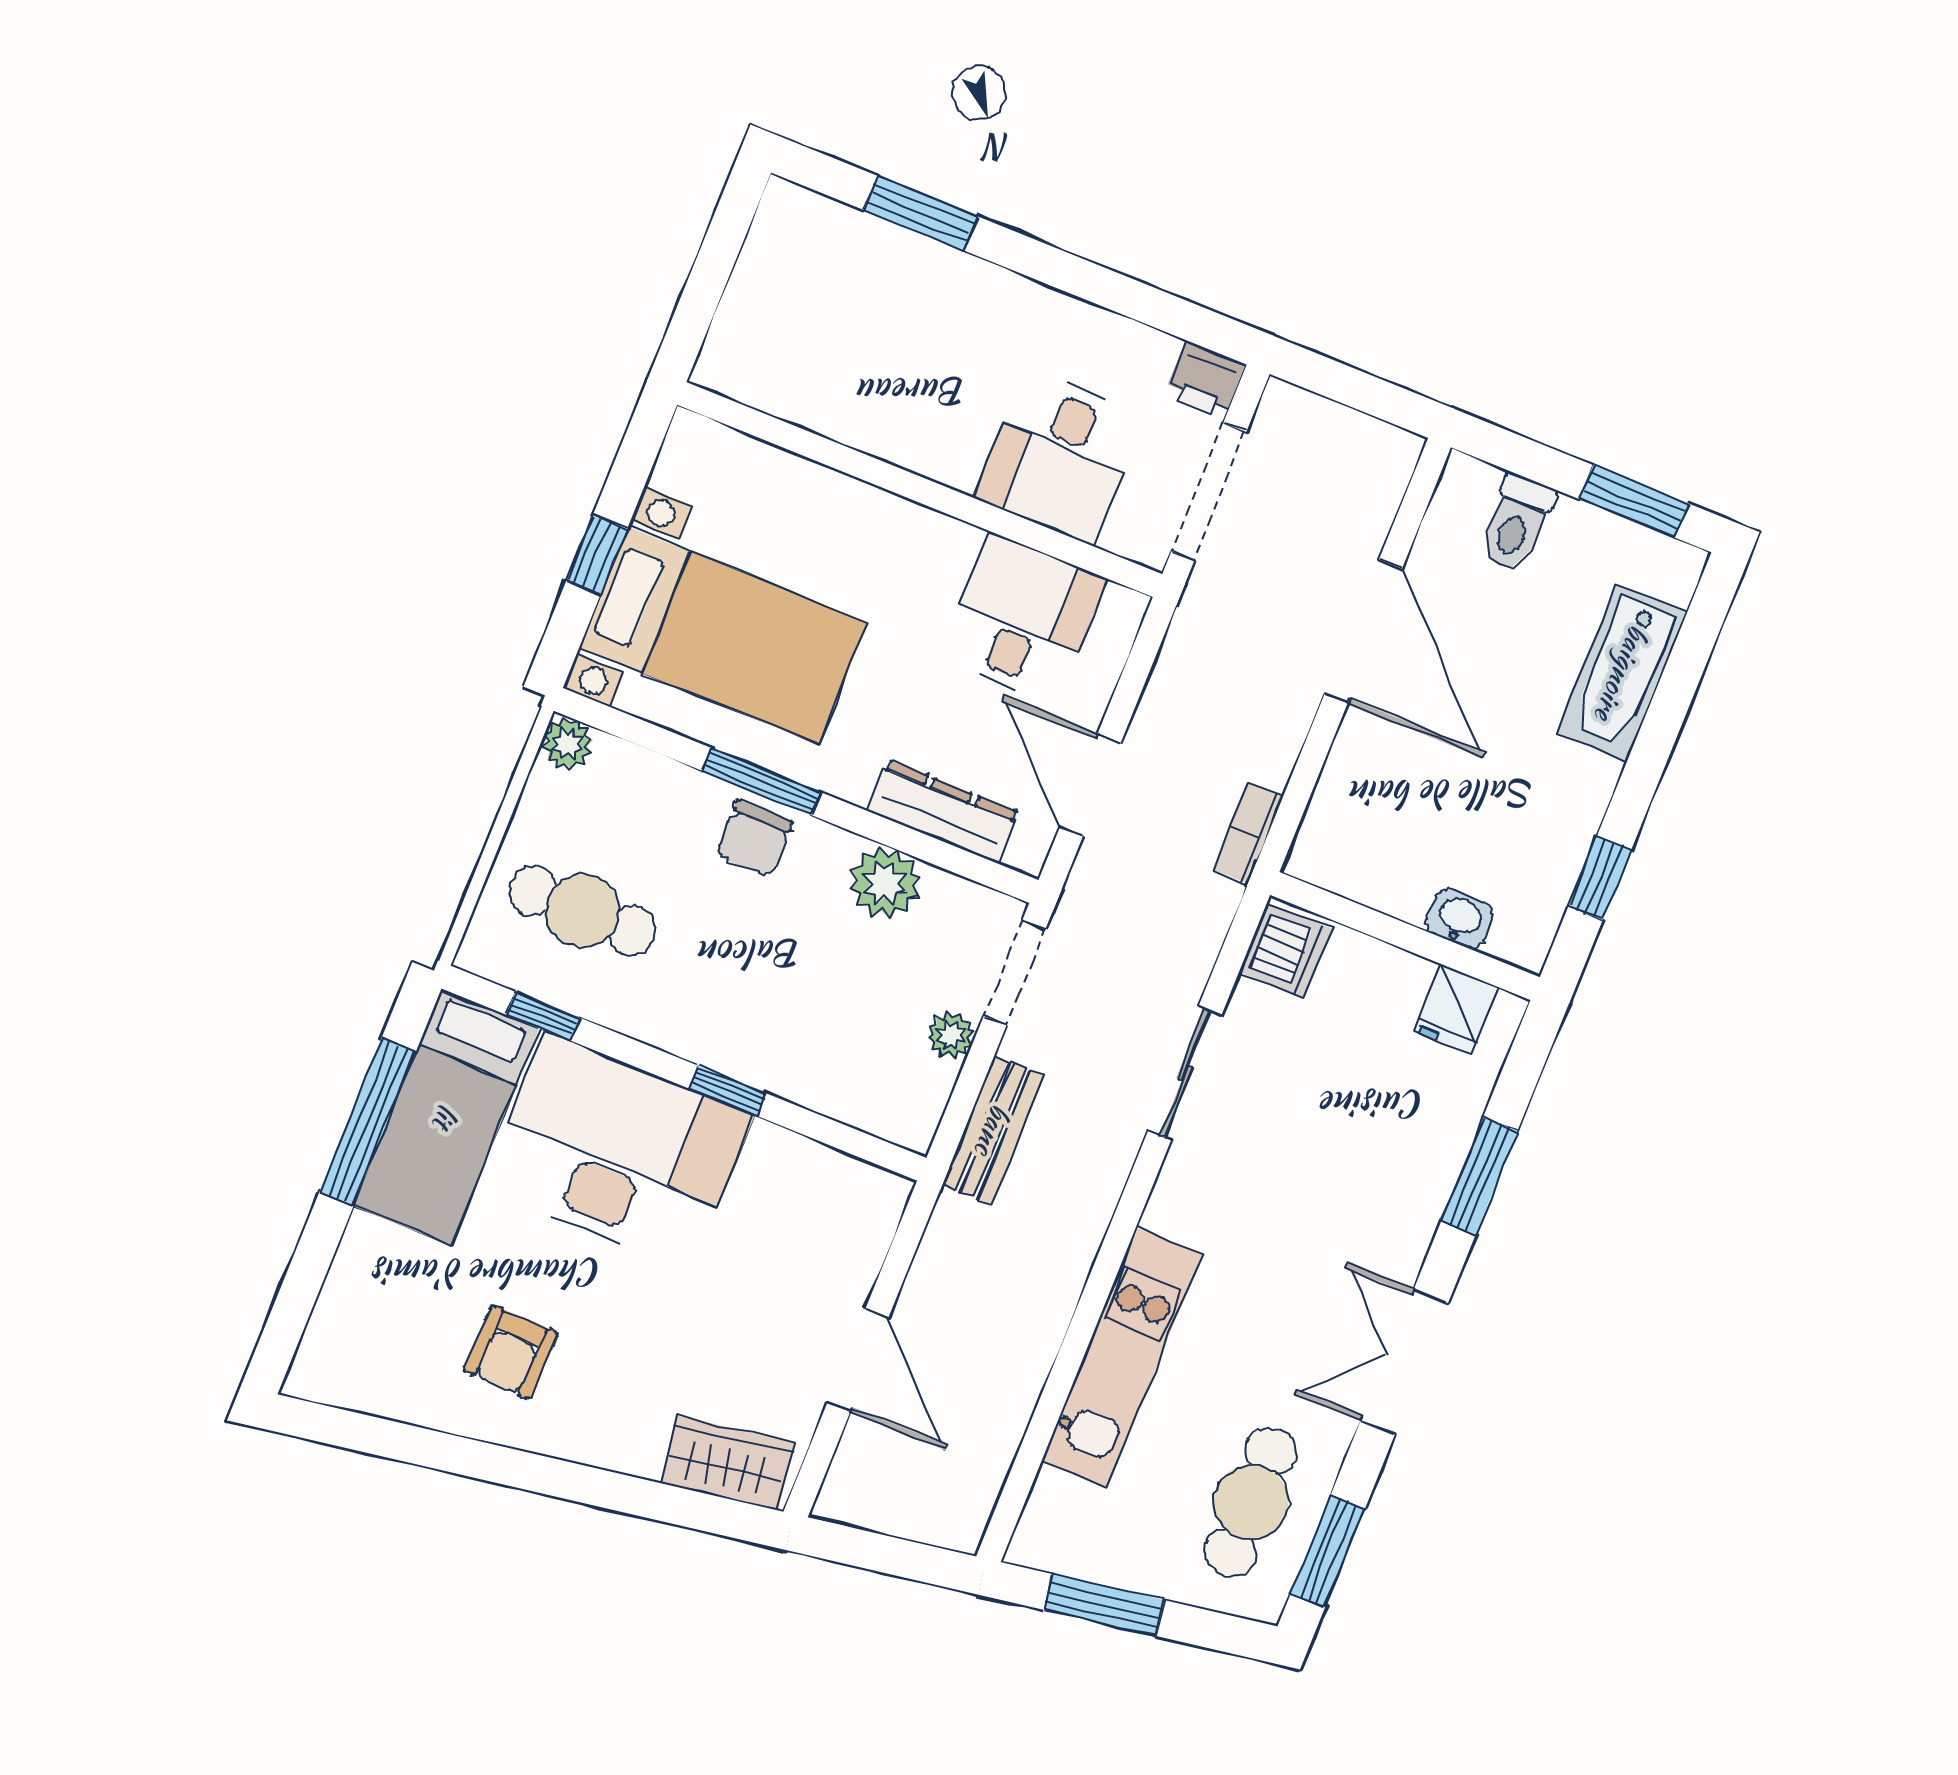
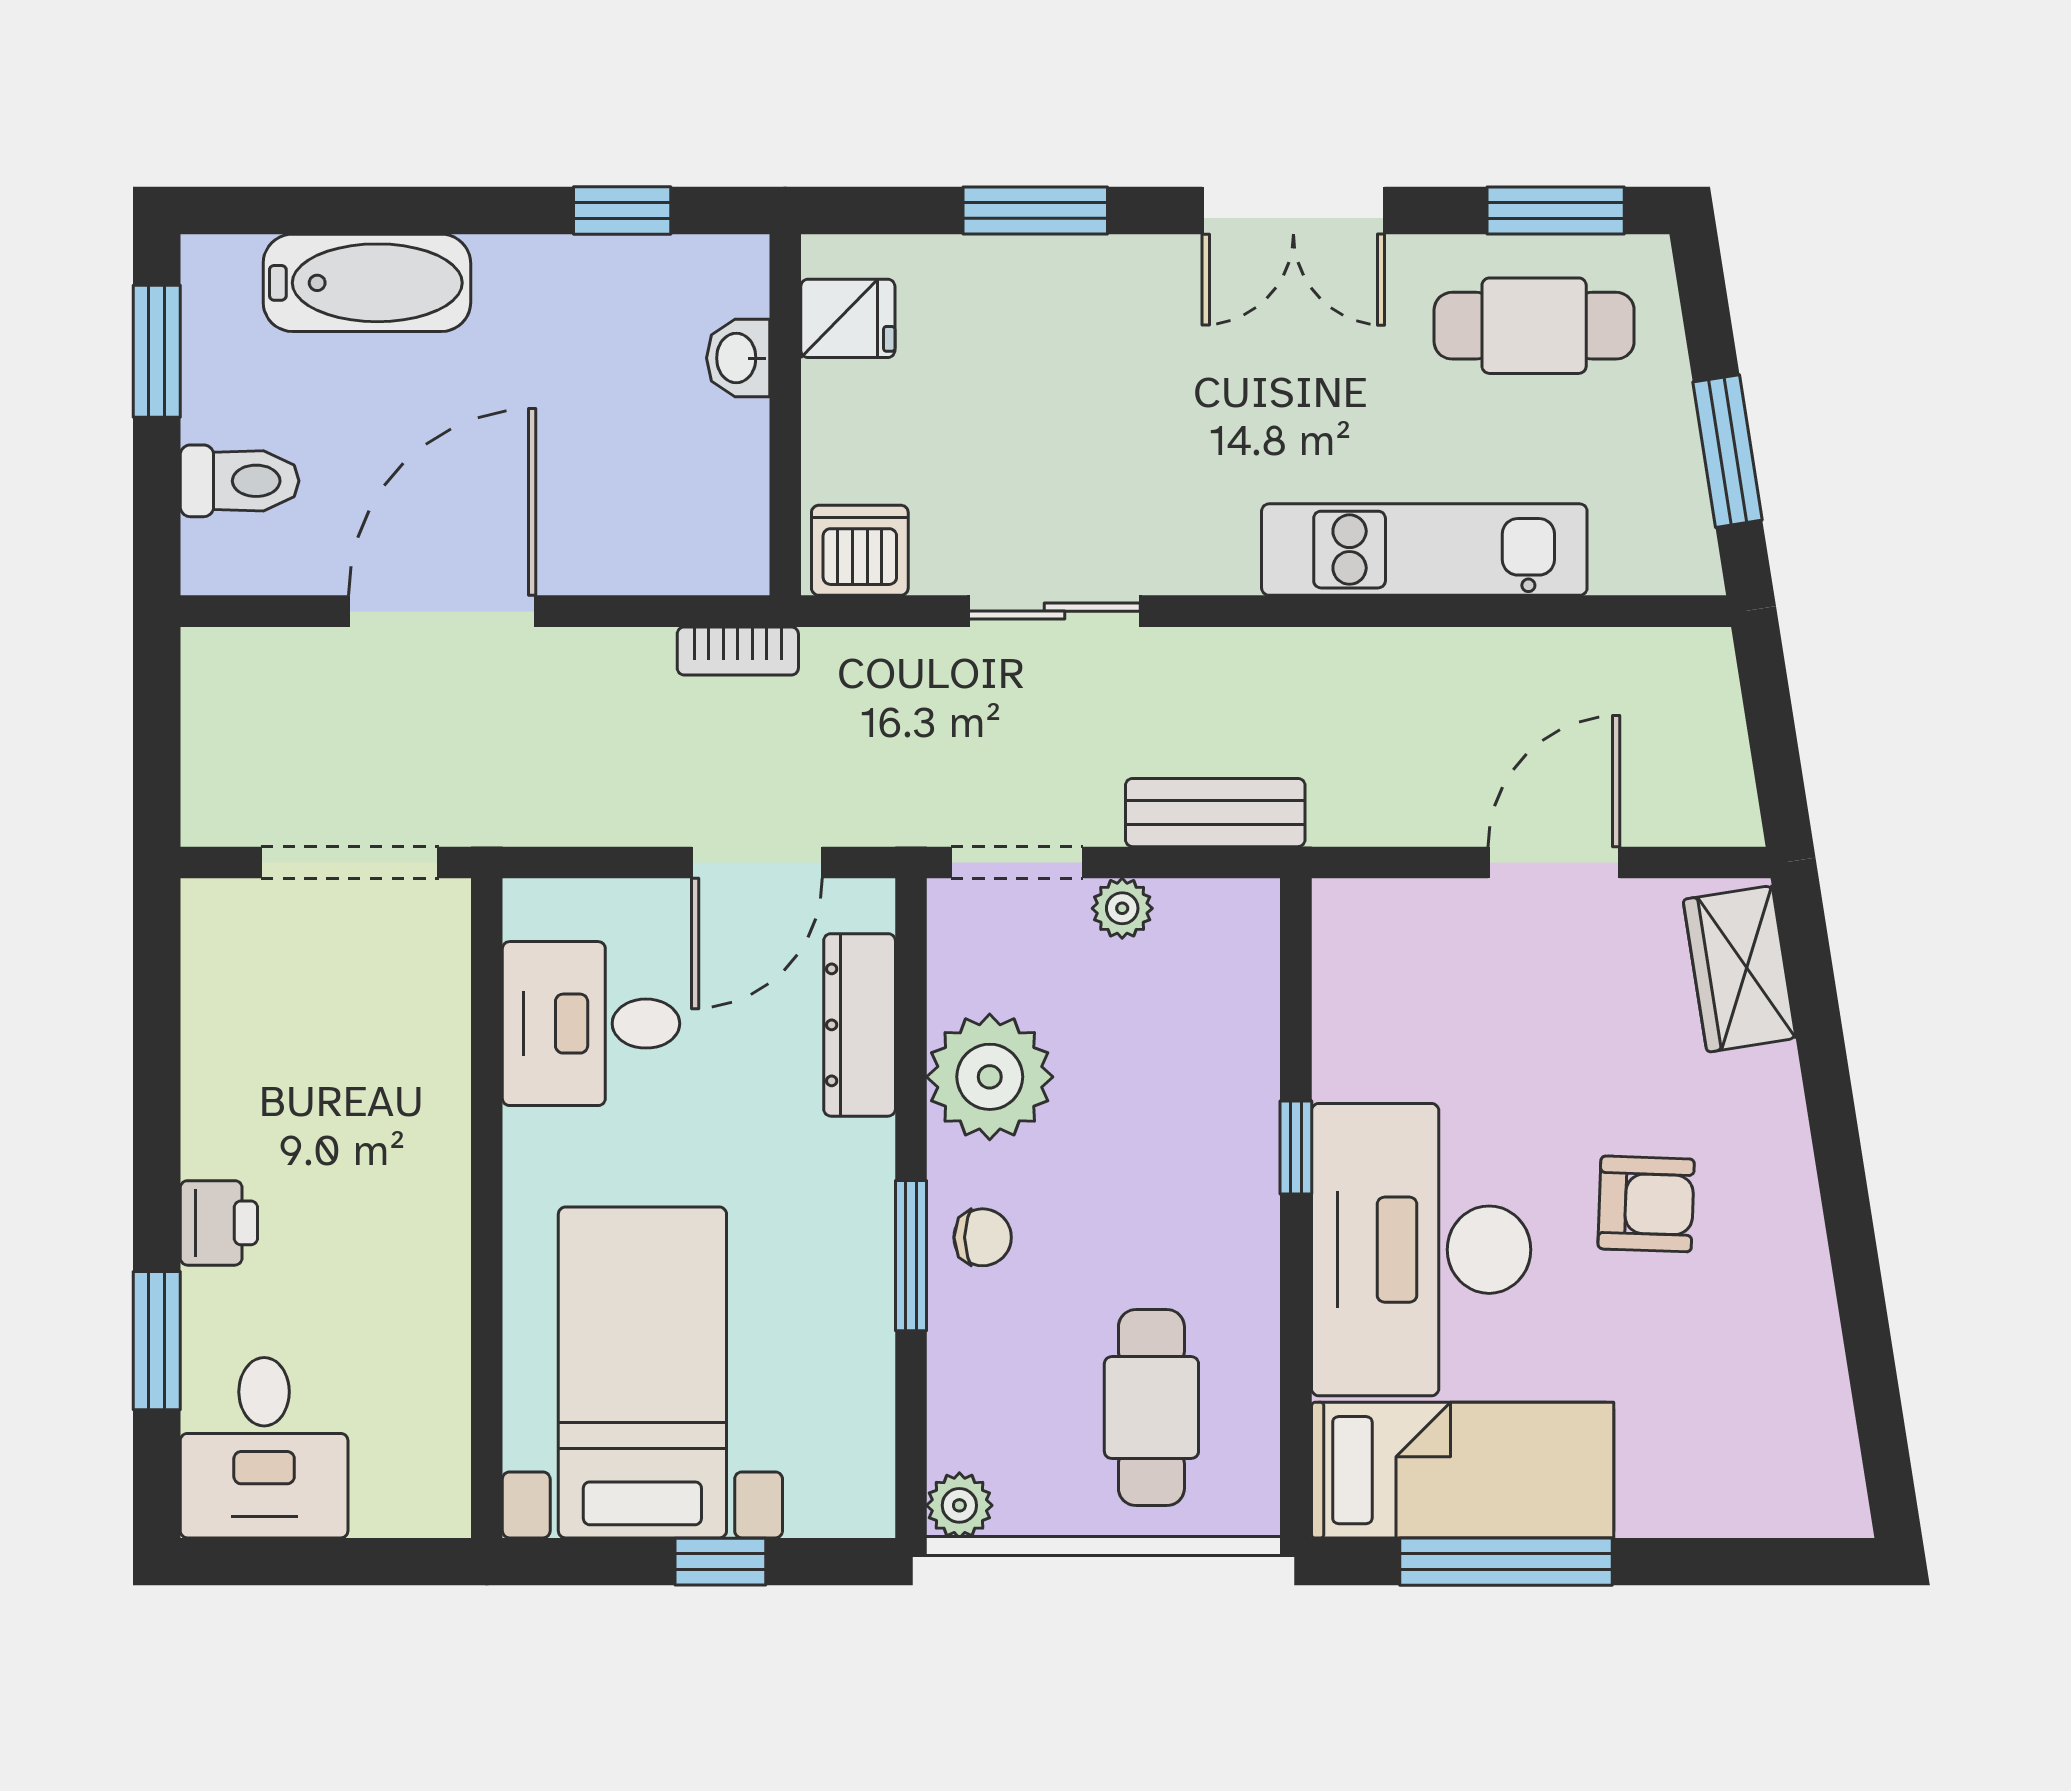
printer: (1205, 380) -> (219, 1223), moved
desk: (1060, 457) -> (264, 1448), moved, turned 90
bed with nightstands: (723, 635) -> (642, 1372), moved
chair: (754, 839) -> (983, 1237), width x0.73, depth x0.73
plant: (885, 883) -> (990, 1077), width x1.36, depth x1.36
window: (543, 1016) -> (1296, 1404), removed
armchair: (511, 1352) -> (1646, 1204), moved

